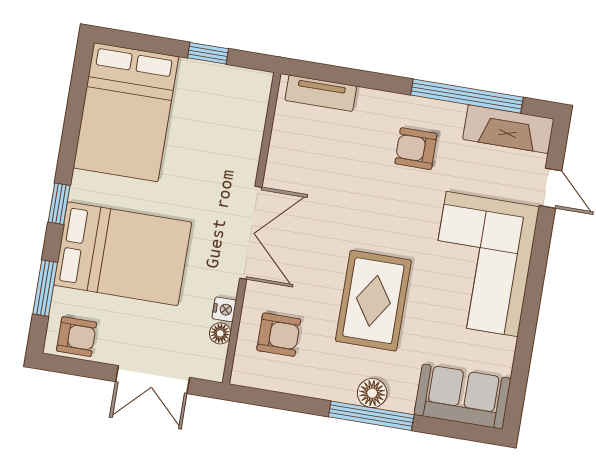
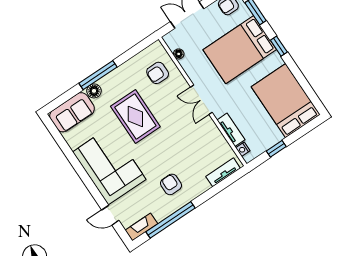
fireplace: (508, 129) -> (141, 227), width x0.73, depth x0.76
tv unit: (249, 146) -> (231, 130), added
armchair: (416, 149) -> (171, 184), turned -90
double door: (251, 233) -> (201, 100), width x0.73
nightstand: (224, 309) -> (243, 149), moved
floor lamp: (372, 393) -> (94, 91), moved

